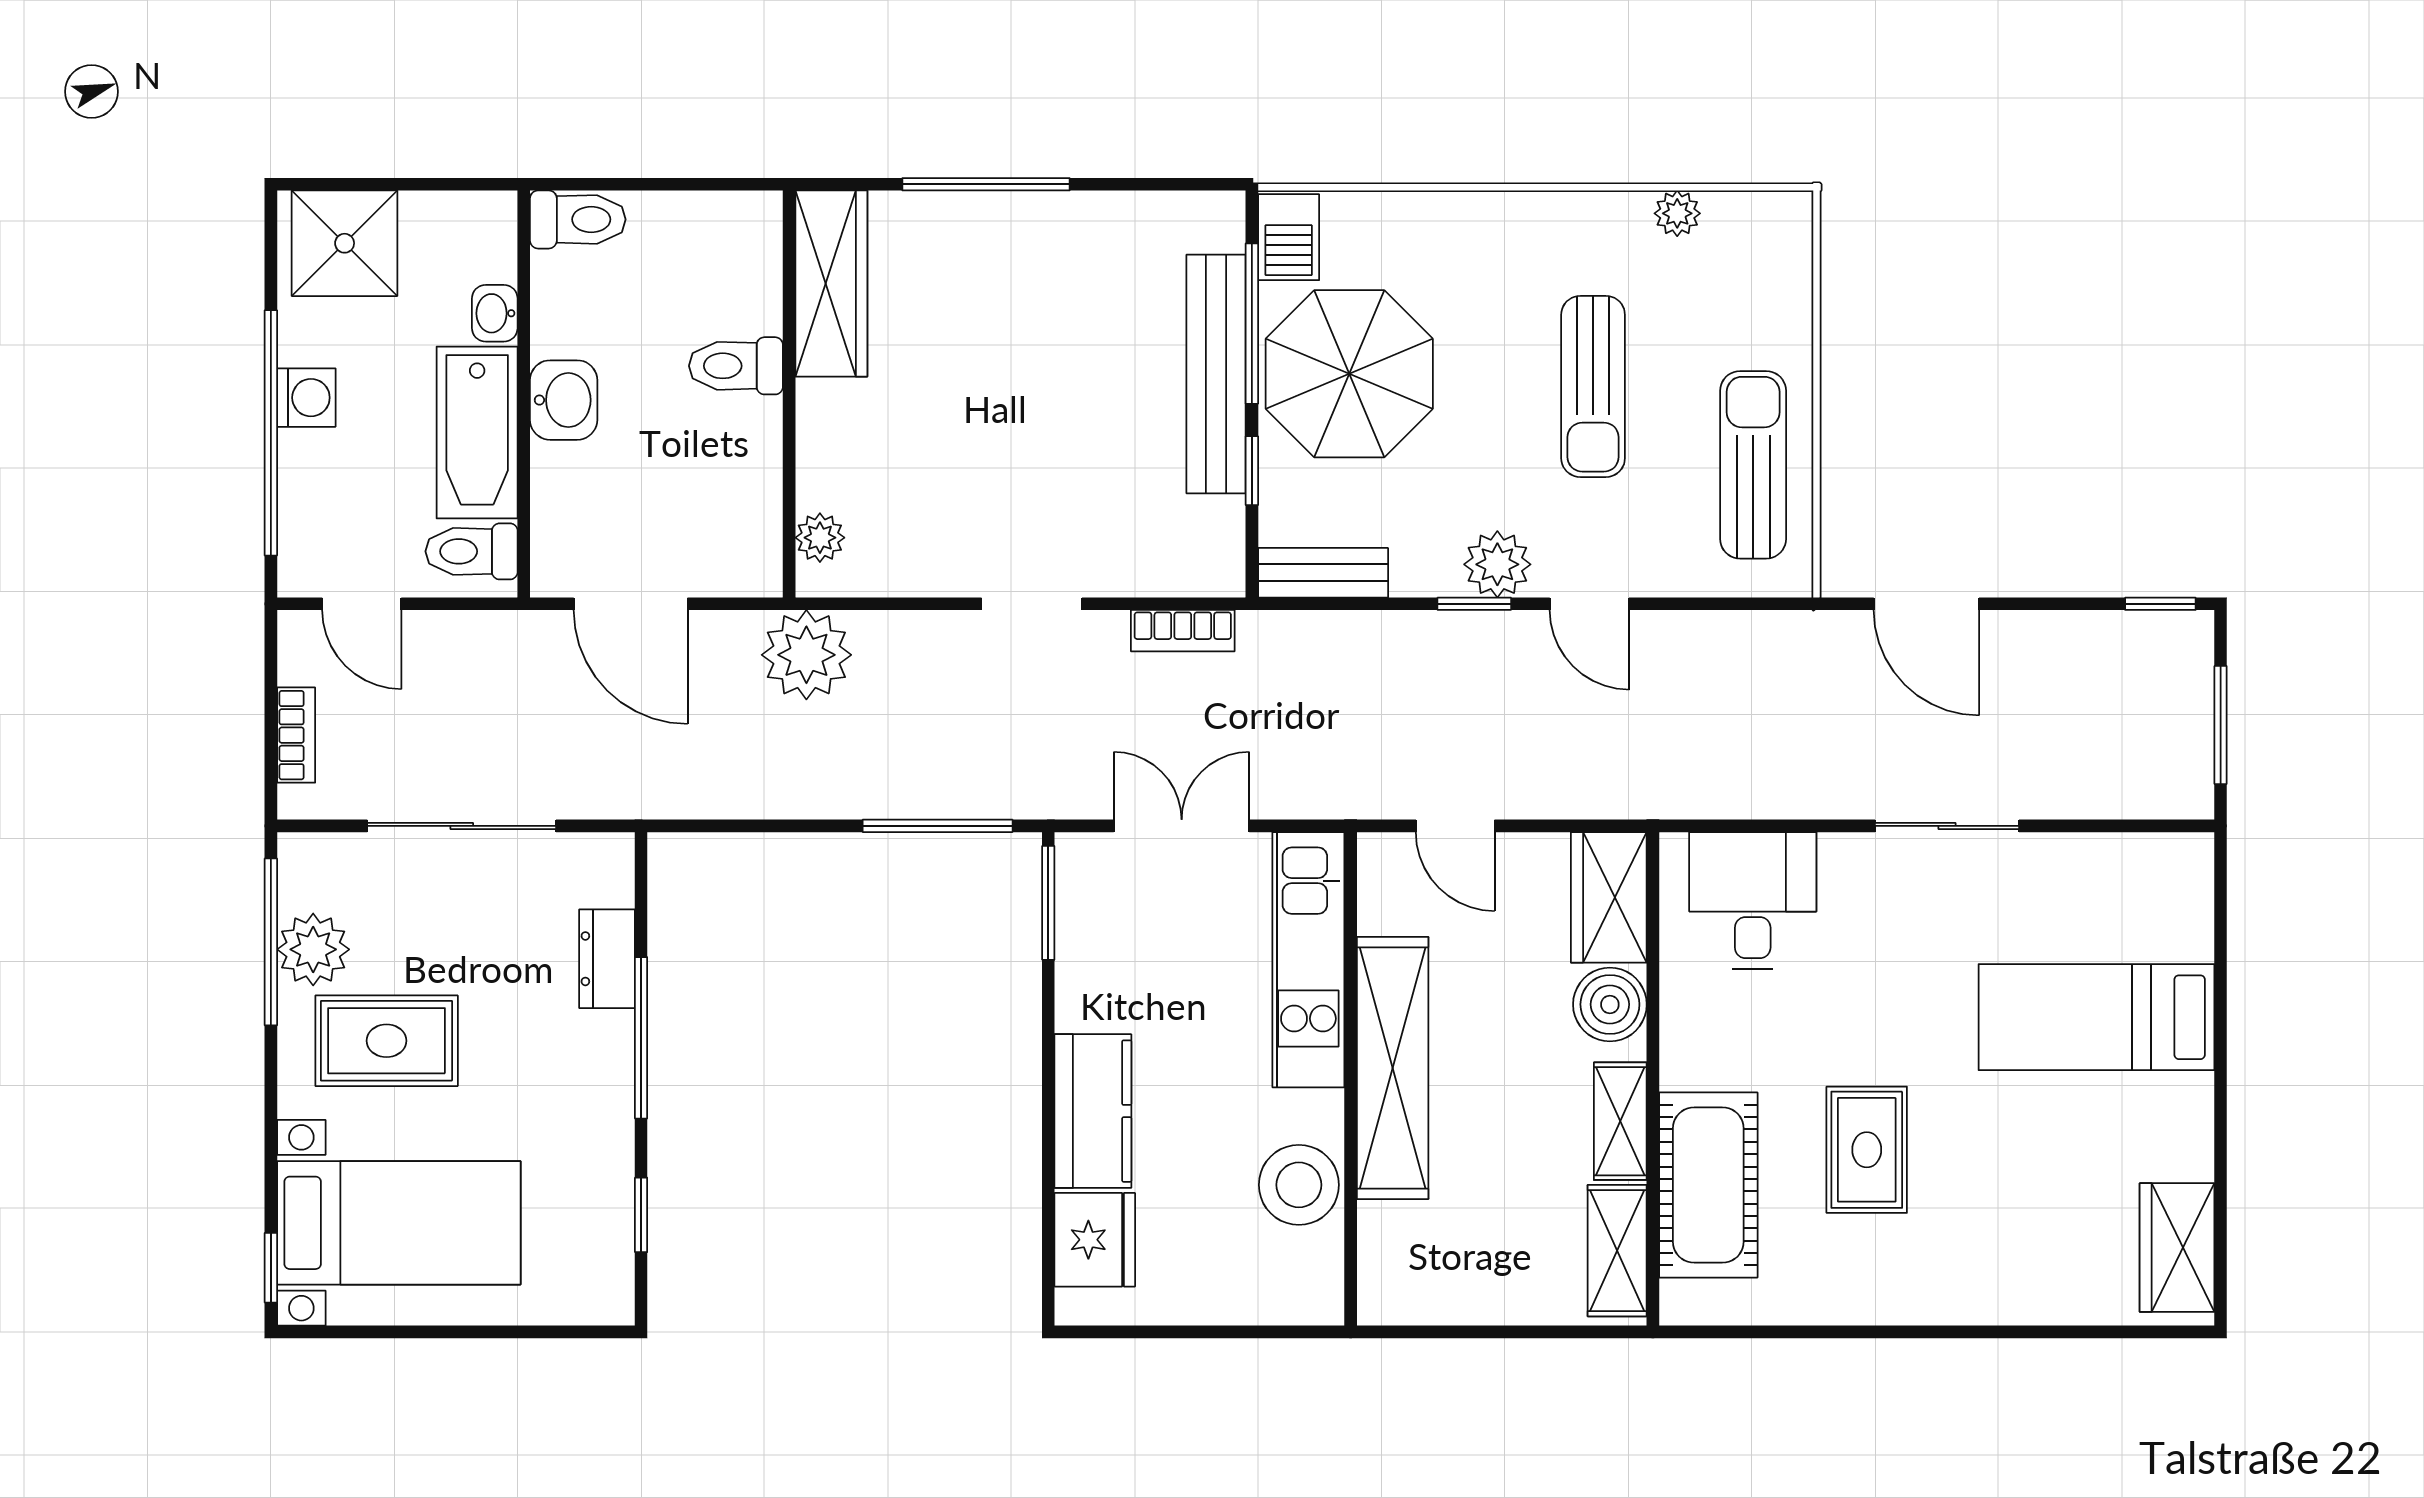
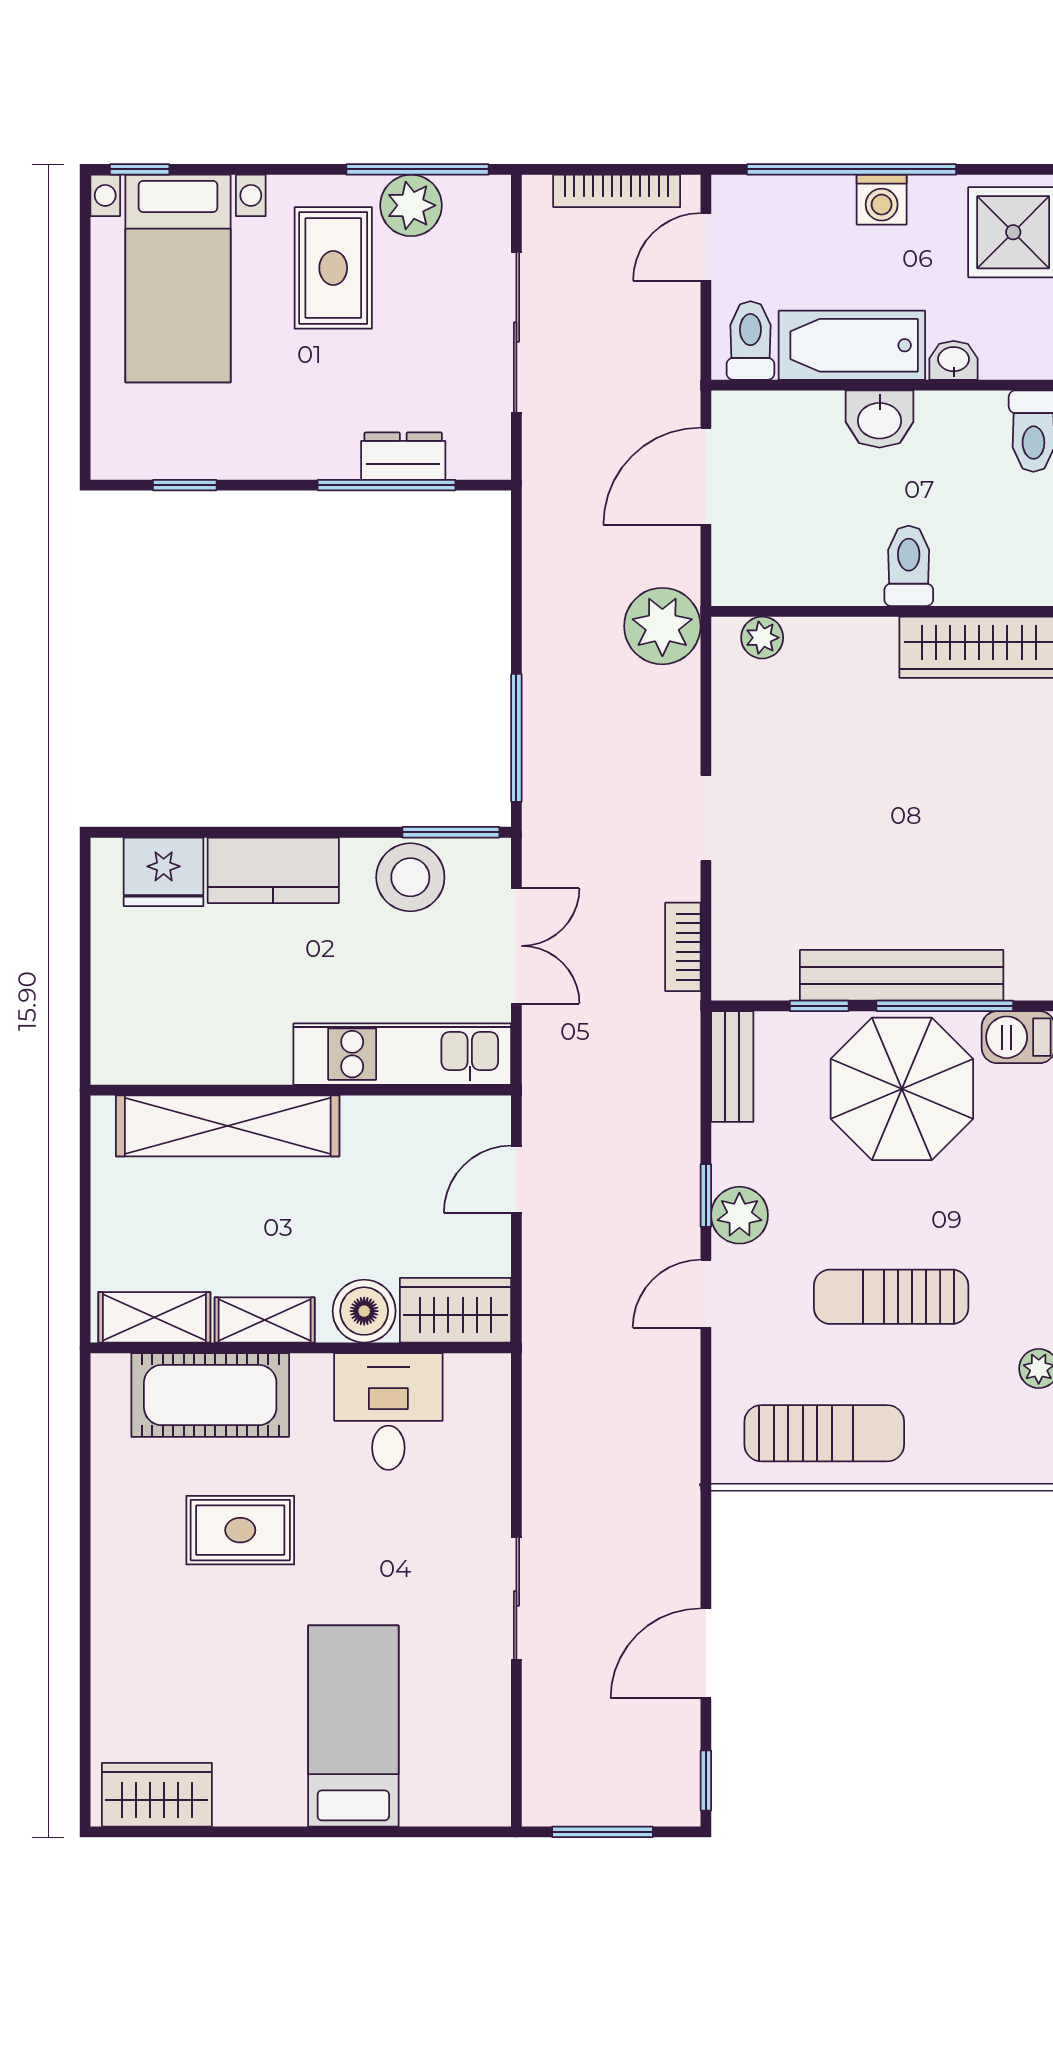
door: (1926, 604) -> (706, 1653), moved
bookcase: (296, 735) -> (617, 191), width x1.56
desk: (1753, 901) -> (388, 1411), moved, turned -90
window: (641, 1038) -> (387, 485), moved
shelving: (1393, 1068) -> (228, 1126), moved
stool: (1299, 1185) -> (410, 877), moved

